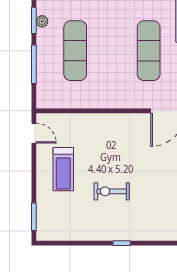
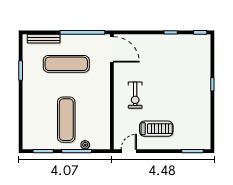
plant: (42, 21) -> (85, 145), moved
exercise mat: (75, 51) -> (66, 120), turned 90
exercise bike: (112, 191) -> (135, 95), moved

